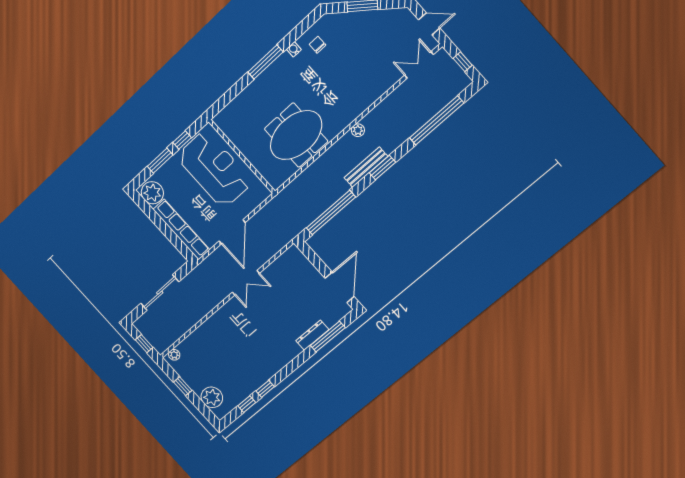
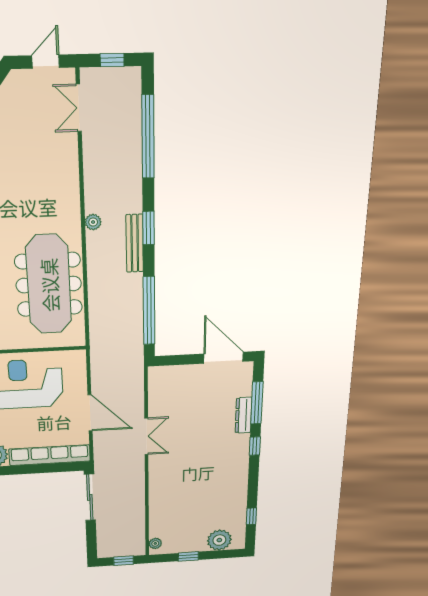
meeting table: (296, 135) -> (49, 285), width x1.36
sliding door: (160, 293) -> (90, 497), moved
window: (265, 389) -> (255, 446), moved

